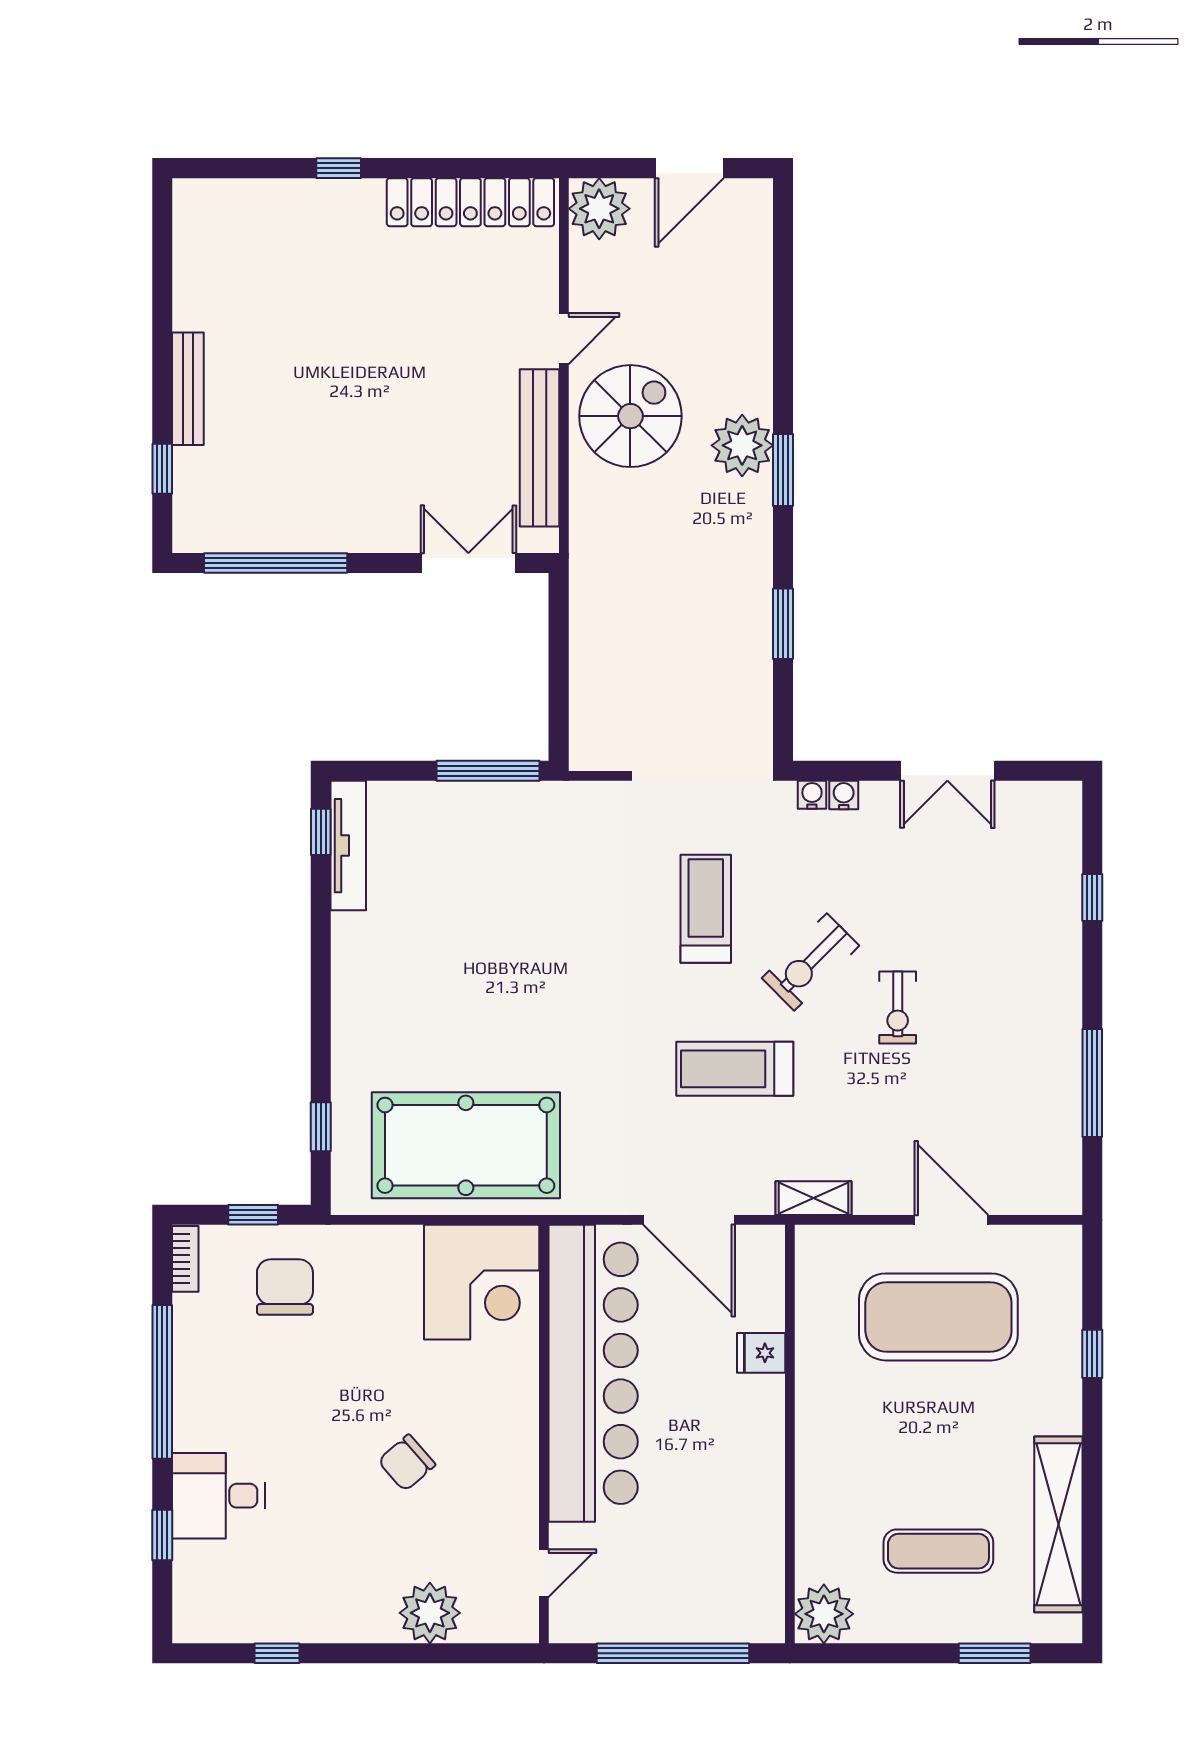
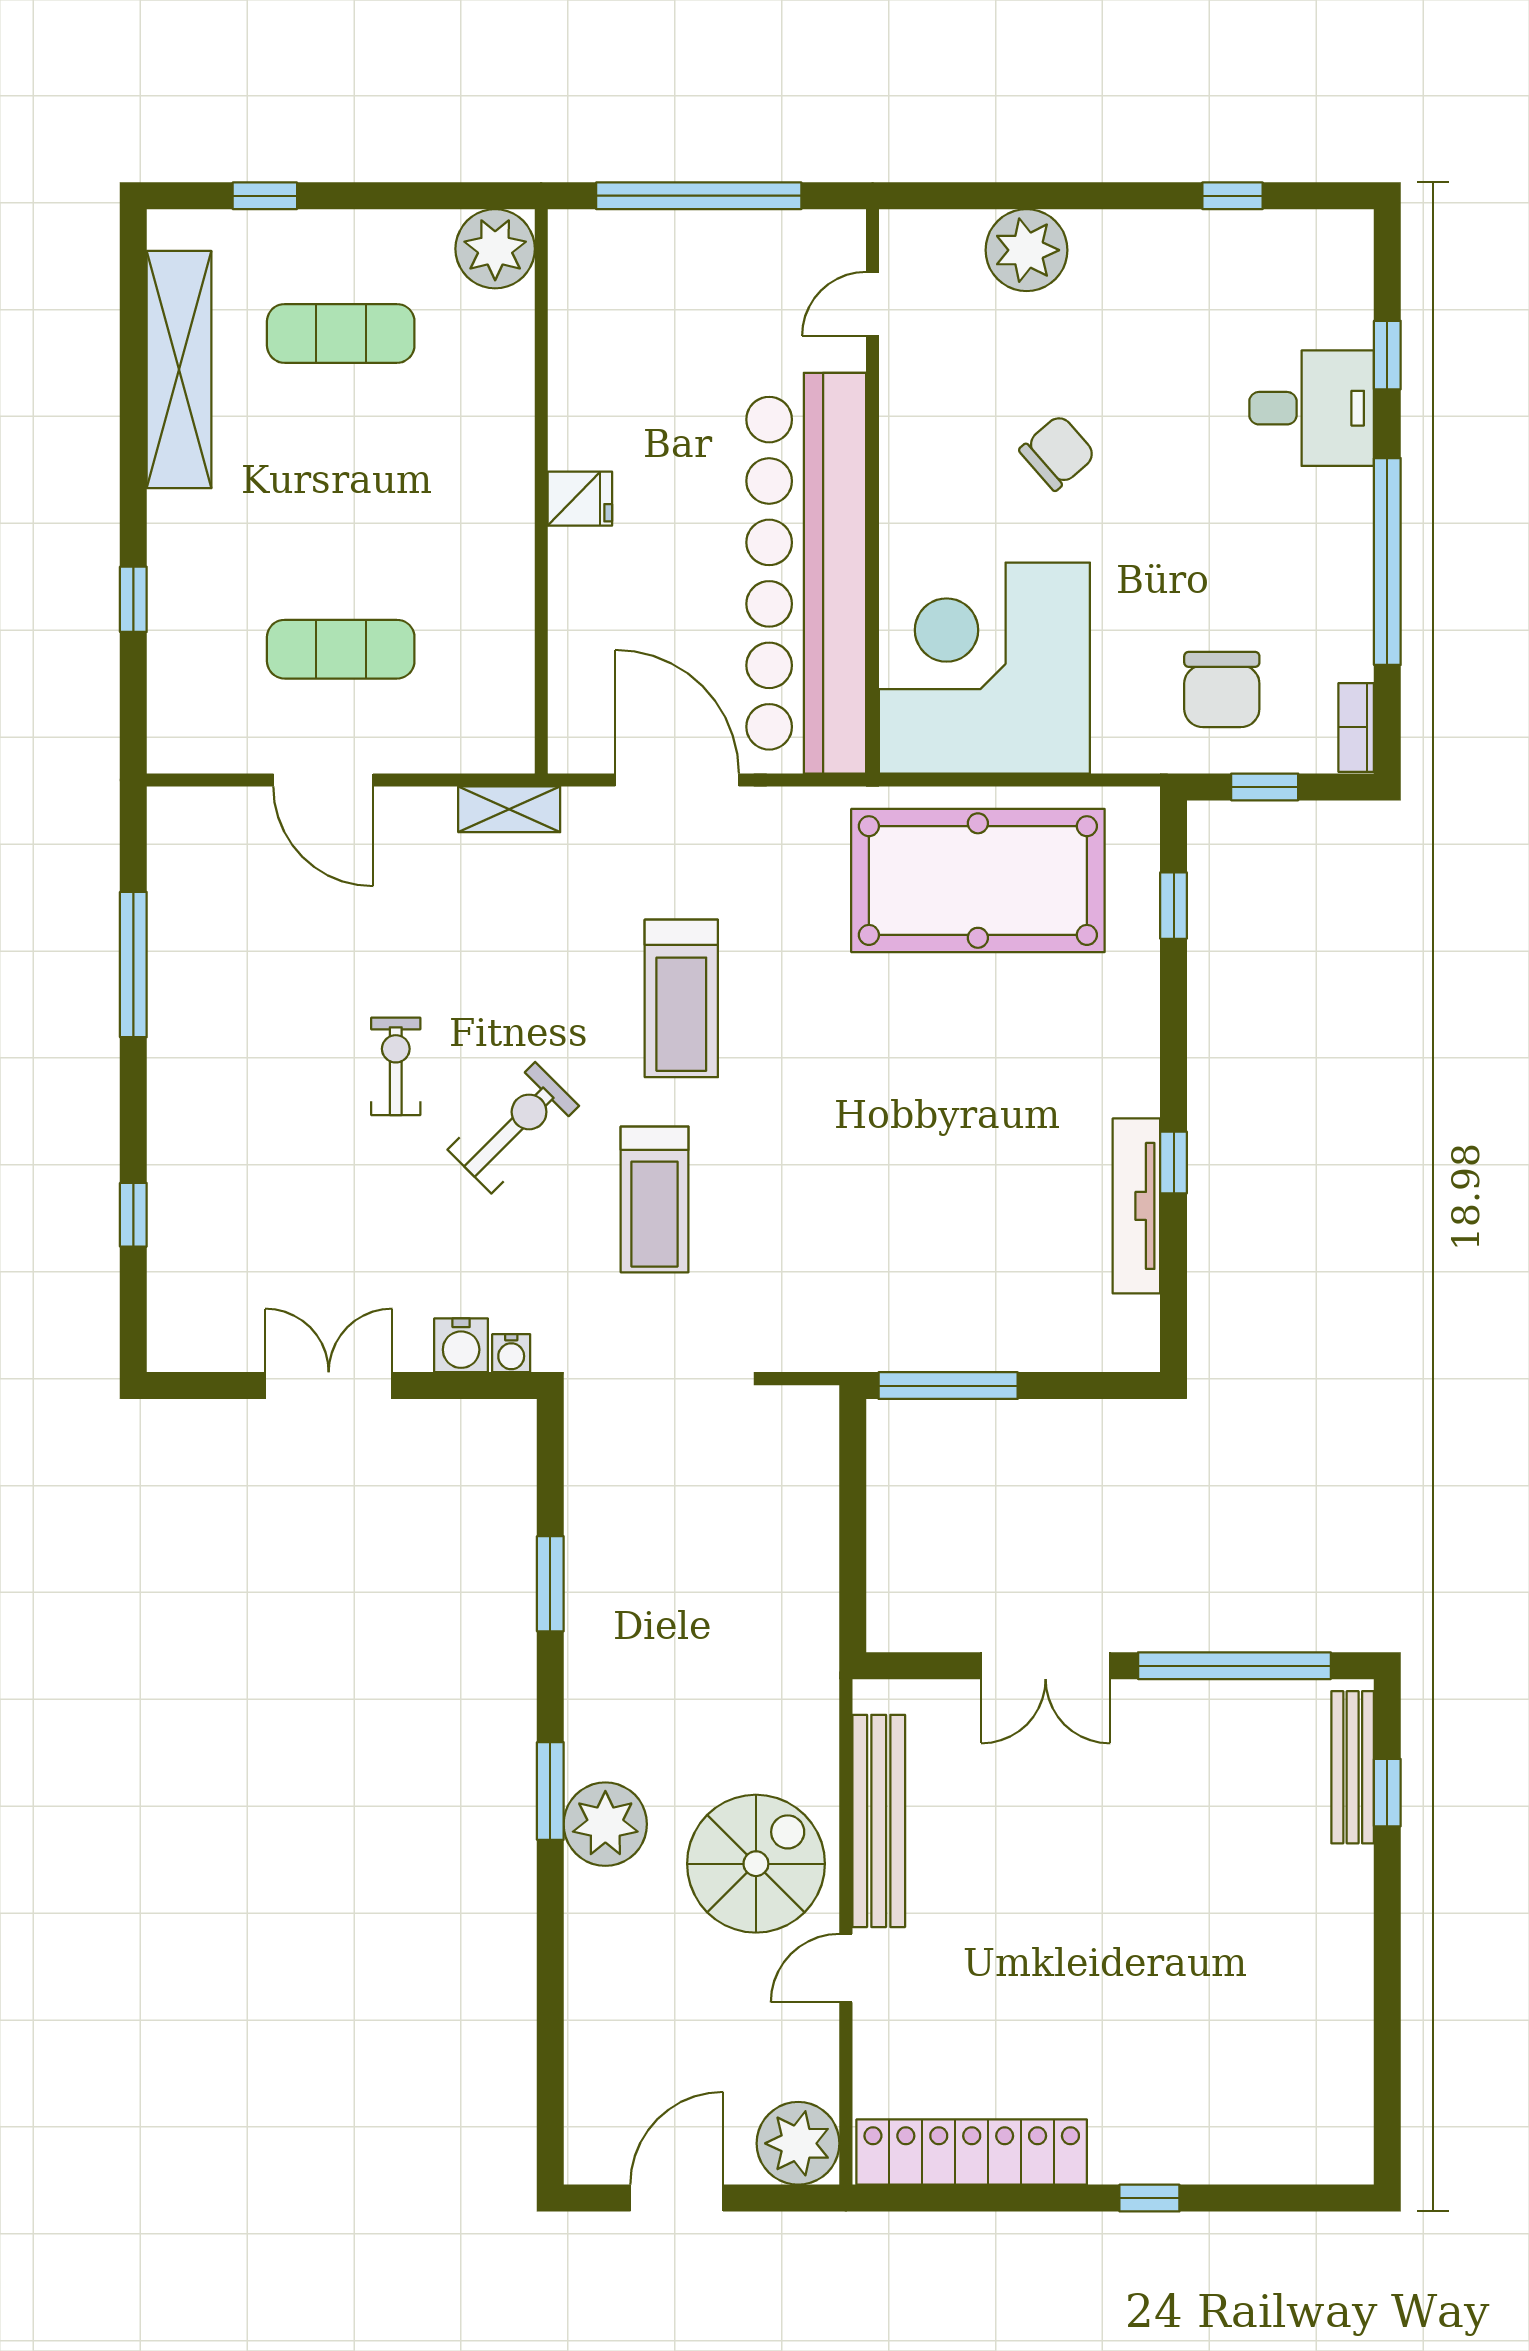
bench: (188, 389) -> (1353, 1767), moved
spiral stairs: (630, 416) -> (756, 1864), turned 180
double door: (468, 563) -> (1046, 1666), moved
water cooler: (844, 795) -> (461, 1345), width x1.38, depth x1.38
window: (321, 832) -> (1174, 1163), moved
tv unit: (348, 846) -> (1136, 1206), moved
treadmill: (735, 1069) -> (681, 998), moved, turned 90
corner desk: (482, 1282) -> (984, 668), width x1.36, depth x1.36
exercise mat: (938, 1317) -> (341, 649), width x0.50, depth x0.69
fridge: (761, 1353) -> (580, 499), moved
window: (995, 1653) -> (265, 196), width x0.67

